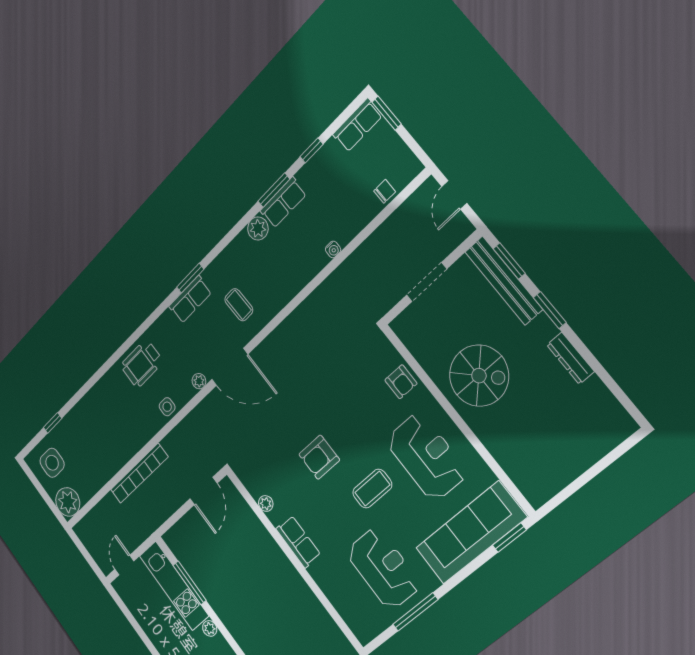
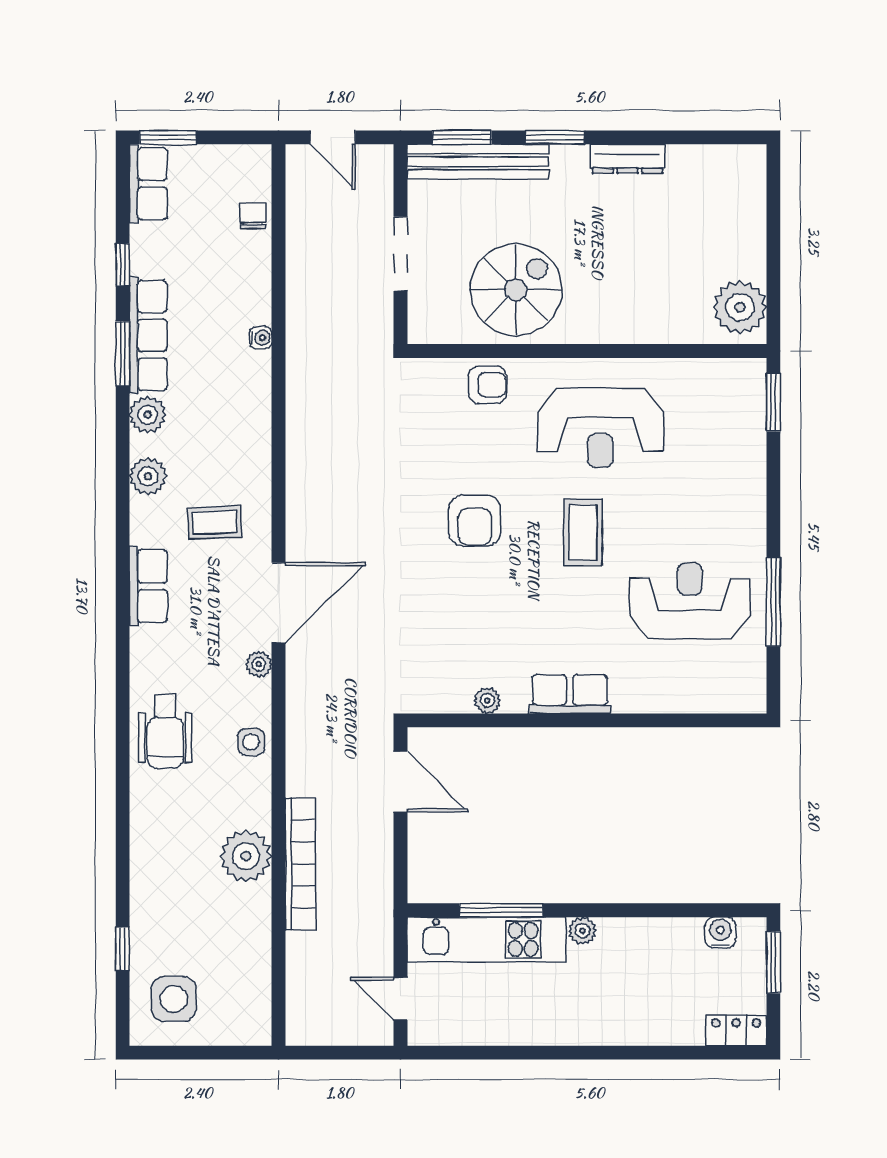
row of seats: (283, 203) -> (148, 335), width x1.48
plant: (233, 255) -> (148, 476), added
window: (190, 278) -> (123, 563), removed
spiral stairs: (479, 376) -> (516, 290), moved
armchair: (319, 457) -> (475, 520), moved
reception desk: (426, 457) -> (600, 428), turned 180
plant: (543, 482) -> (740, 307), added
plant: (68, 502) -> (246, 856), moved
sofa: (471, 533) -> (732, 447), removed

